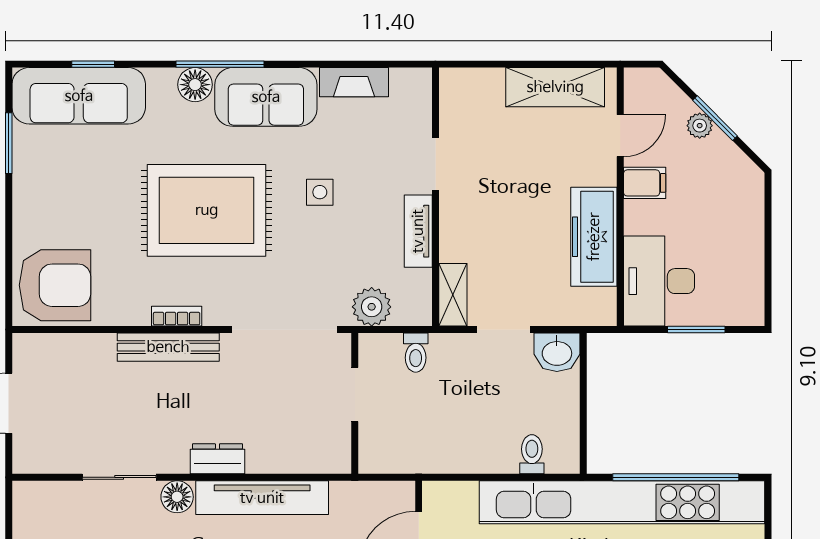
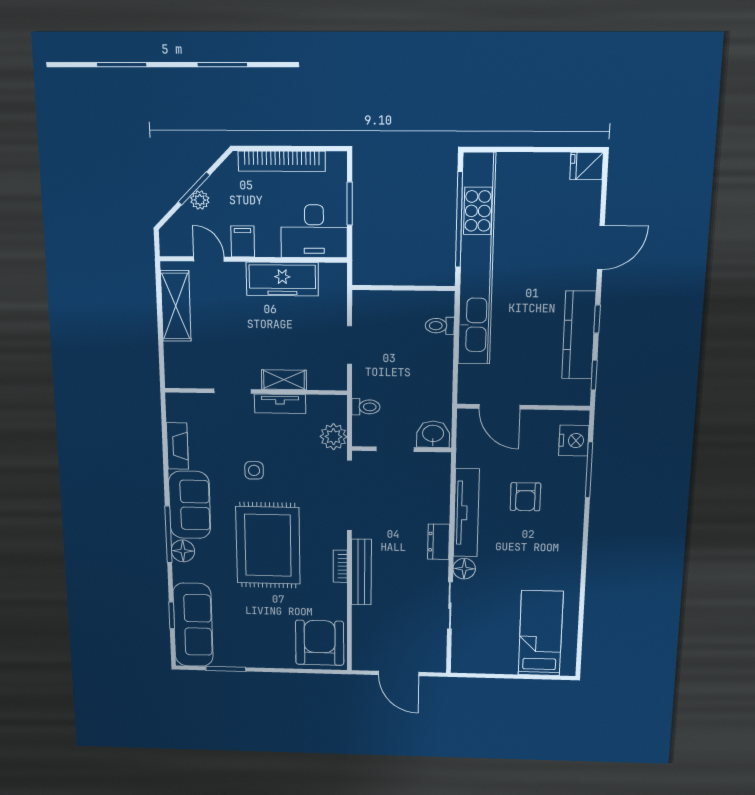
bookcase: (751, 238) -> (282, 161), added
shelving: (453, 295) -> (284, 380), moved
washbasin: (557, 352) -> (433, 434), moved, turned -90

